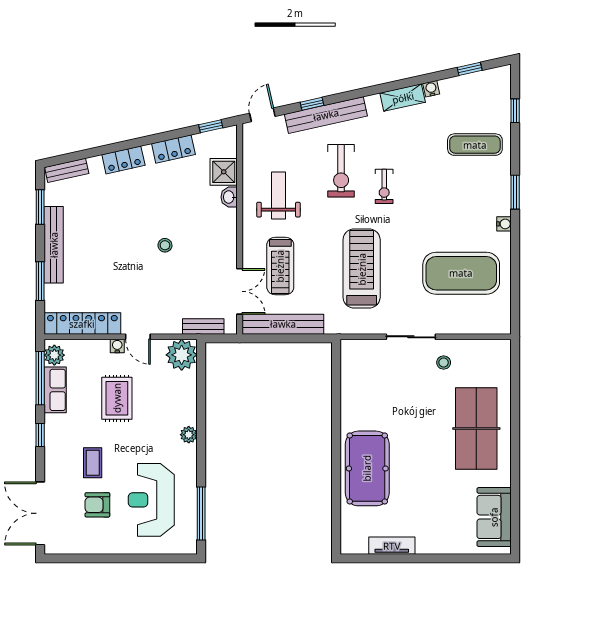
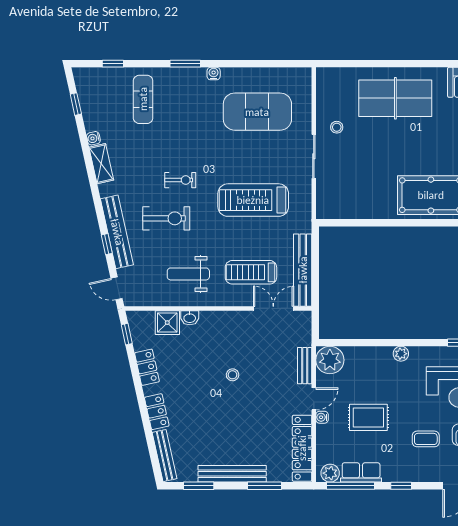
bench: (67, 170) -> (165, 456), width x1.36
treadmill: (280, 266) -> (251, 272), turned 180
exercise mat: (461, 273) -> (257, 112), turned 90
bench: (203, 327) -> (305, 366), moved

